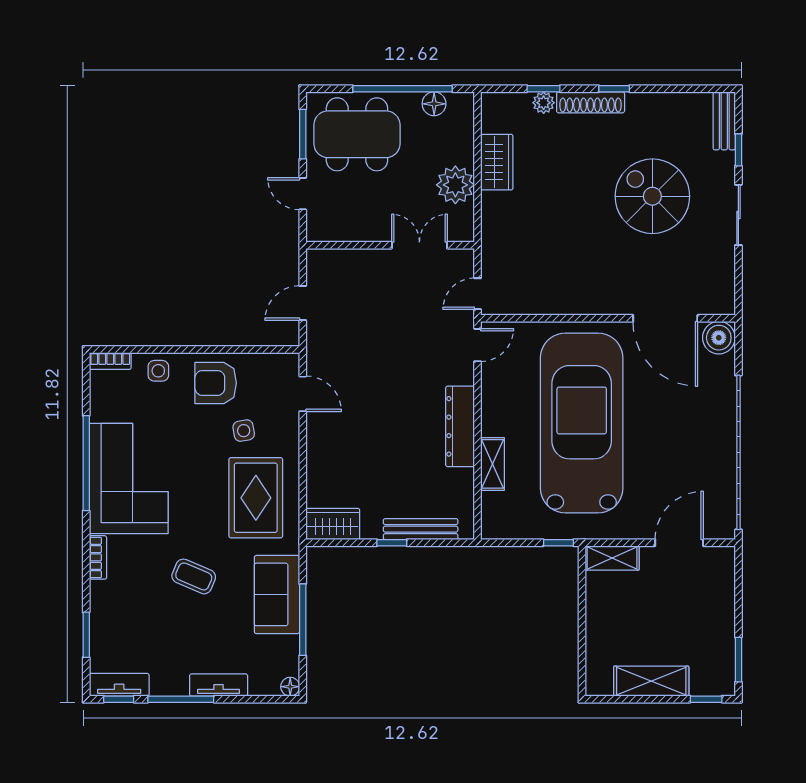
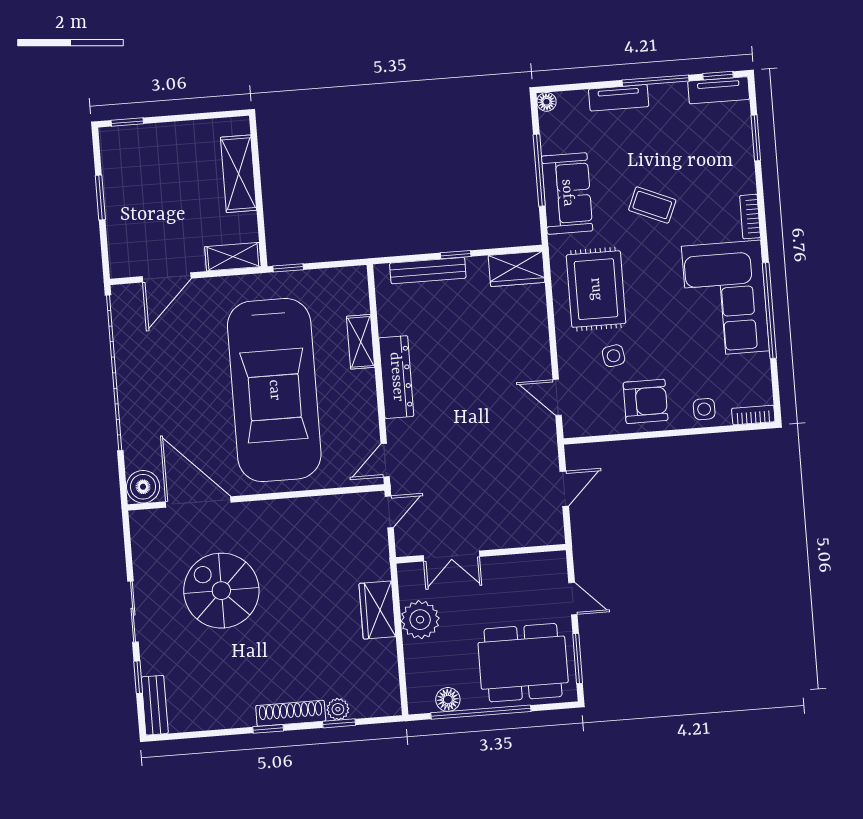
wardrobe: (497, 162) -> (377, 610), moved
spiral stairs: (652, 196) -> (221, 591), moved, turned 180
window: (738, 660) -> (100, 198), moved
shelving: (651, 681) -> (239, 174), moved, turned 90

